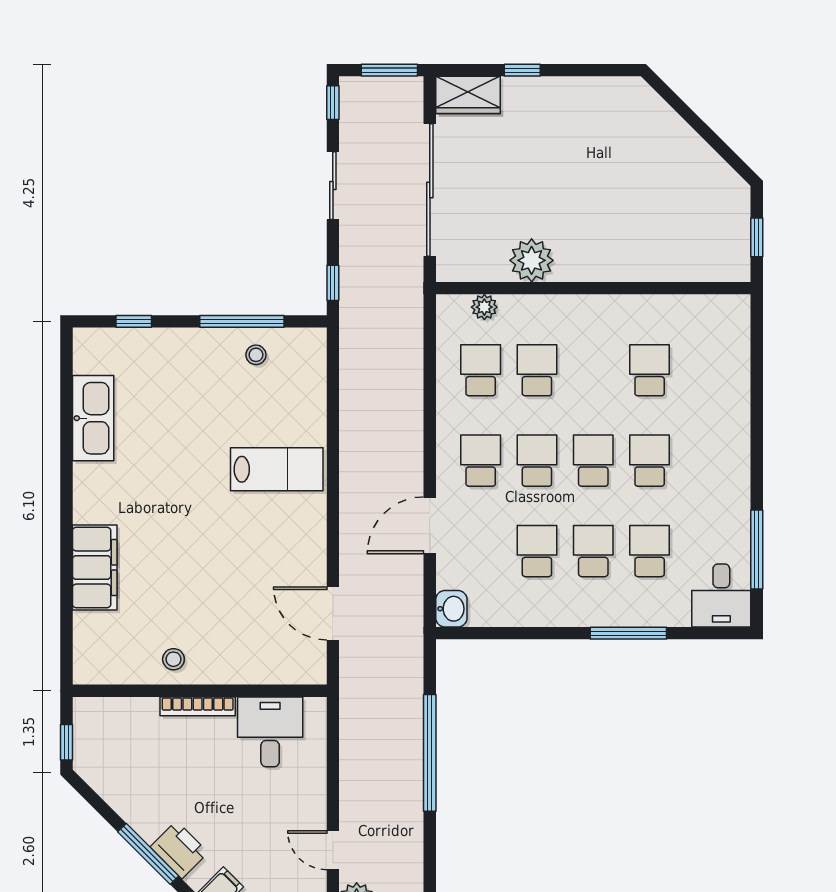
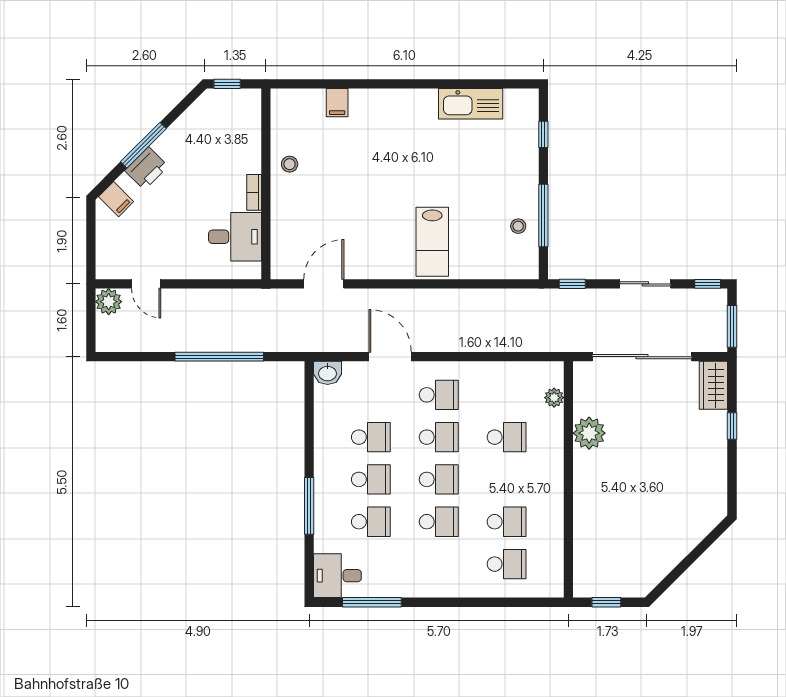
school desk: (481, 370) -> (507, 564), moved
filing cabinet: (95, 567) -> (337, 103), width x0.33, depth x0.86
bookcase: (198, 706) -> (254, 192), width x0.64
door: (333, 850) -> (146, 284), swing flipped

